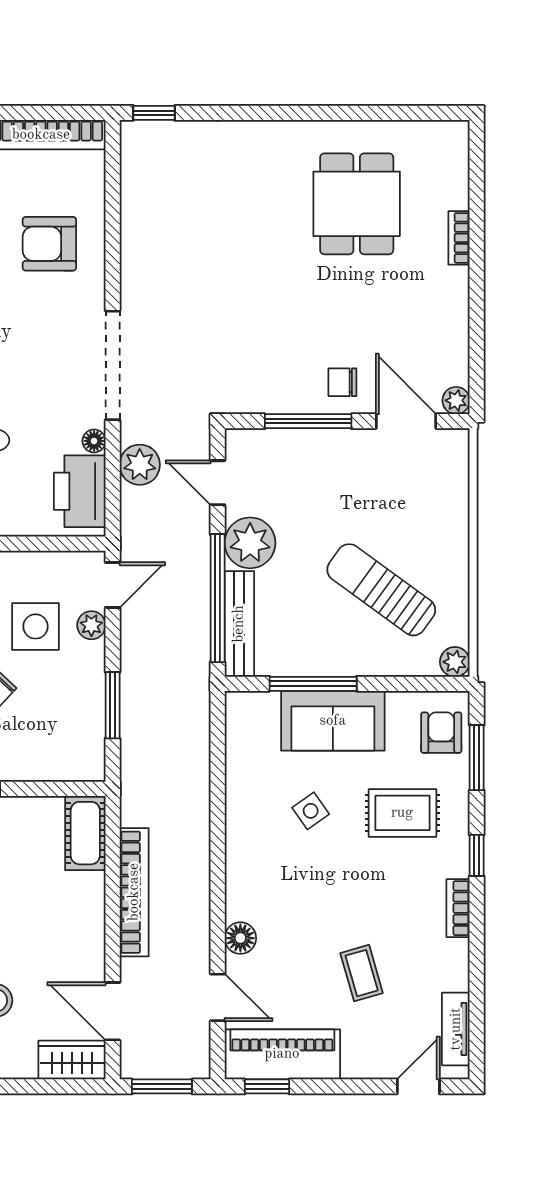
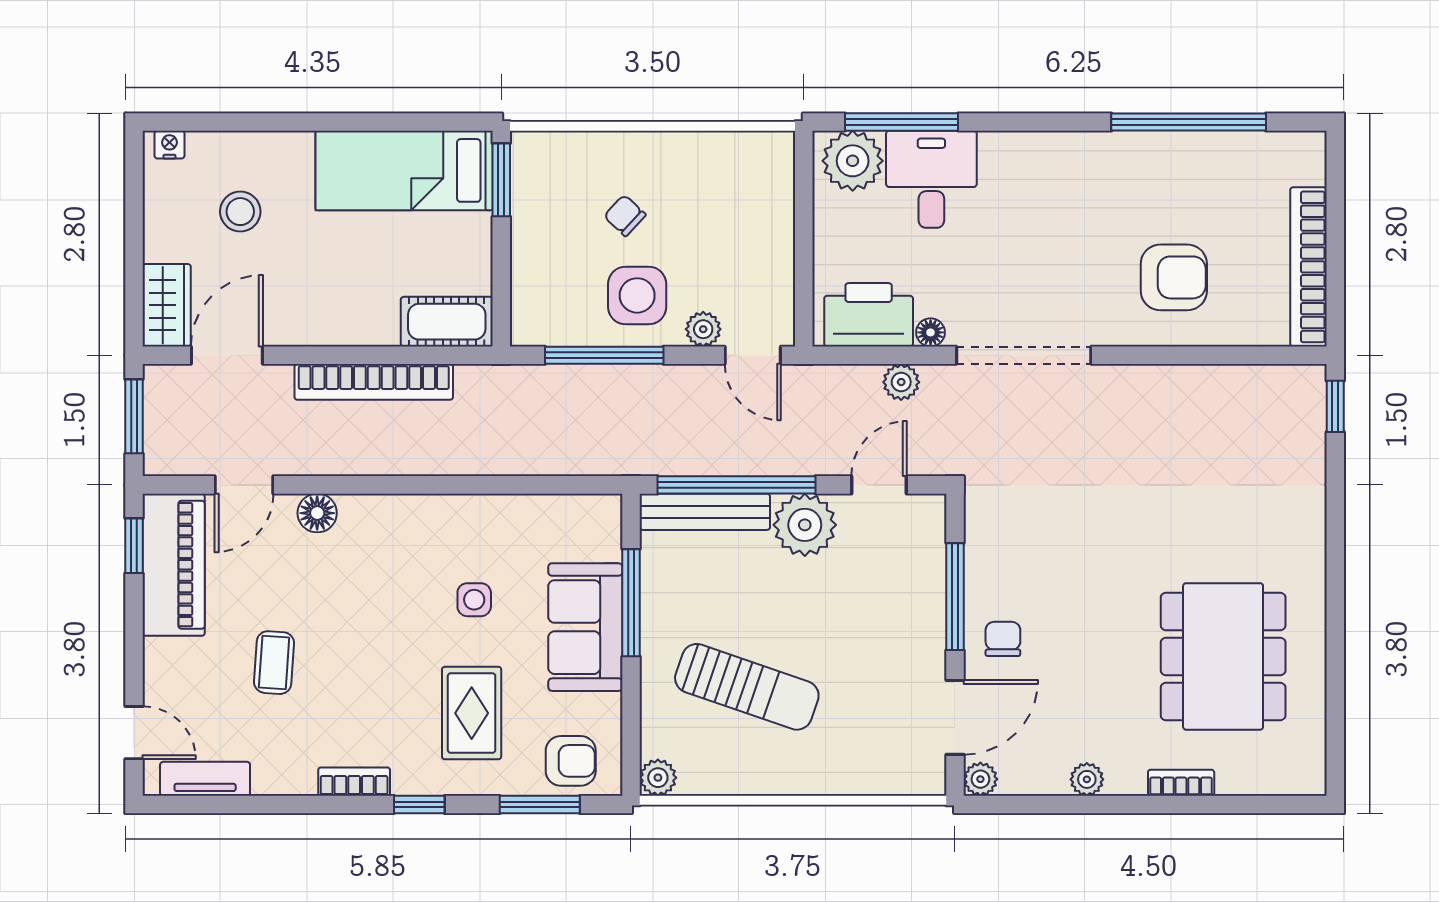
dining table: (357, 204) -> (1223, 656), width x1.38
armchair: (49, 244) -> (1174, 277), turned 90
plant: (456, 314) -> (1087, 779), added
plant: (140, 465) -> (901, 382), width x0.73, depth x0.73
sun lounger: (381, 590) -> (747, 687), turned 73
side table: (35, 626) -> (637, 295), moved
window: (113, 705) -> (604, 355), width x1.44
side table: (311, 811) -> (474, 600), turned 35
coffee table: (362, 973) -> (274, 663), turned -70

